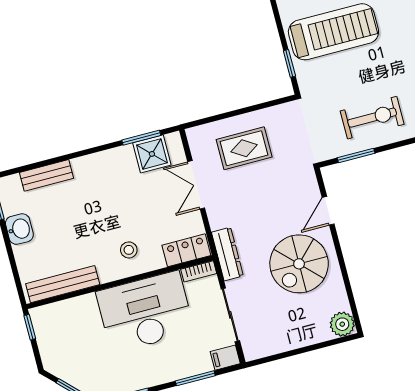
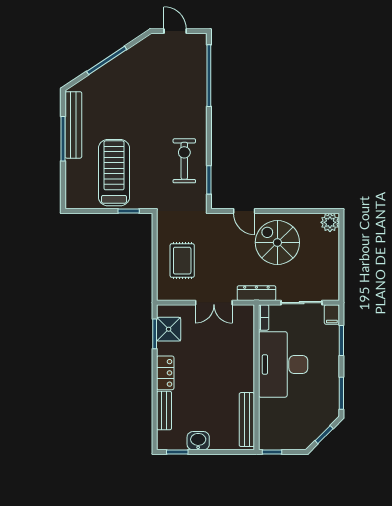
double door: (196, 185) -> (214, 303), moved
stool: (129, 250) -> (234, 365), removed
locker: (186, 250) -> (165, 373), moved, turned 180
spiral stairs: (299, 264) -> (277, 242), turned 180

